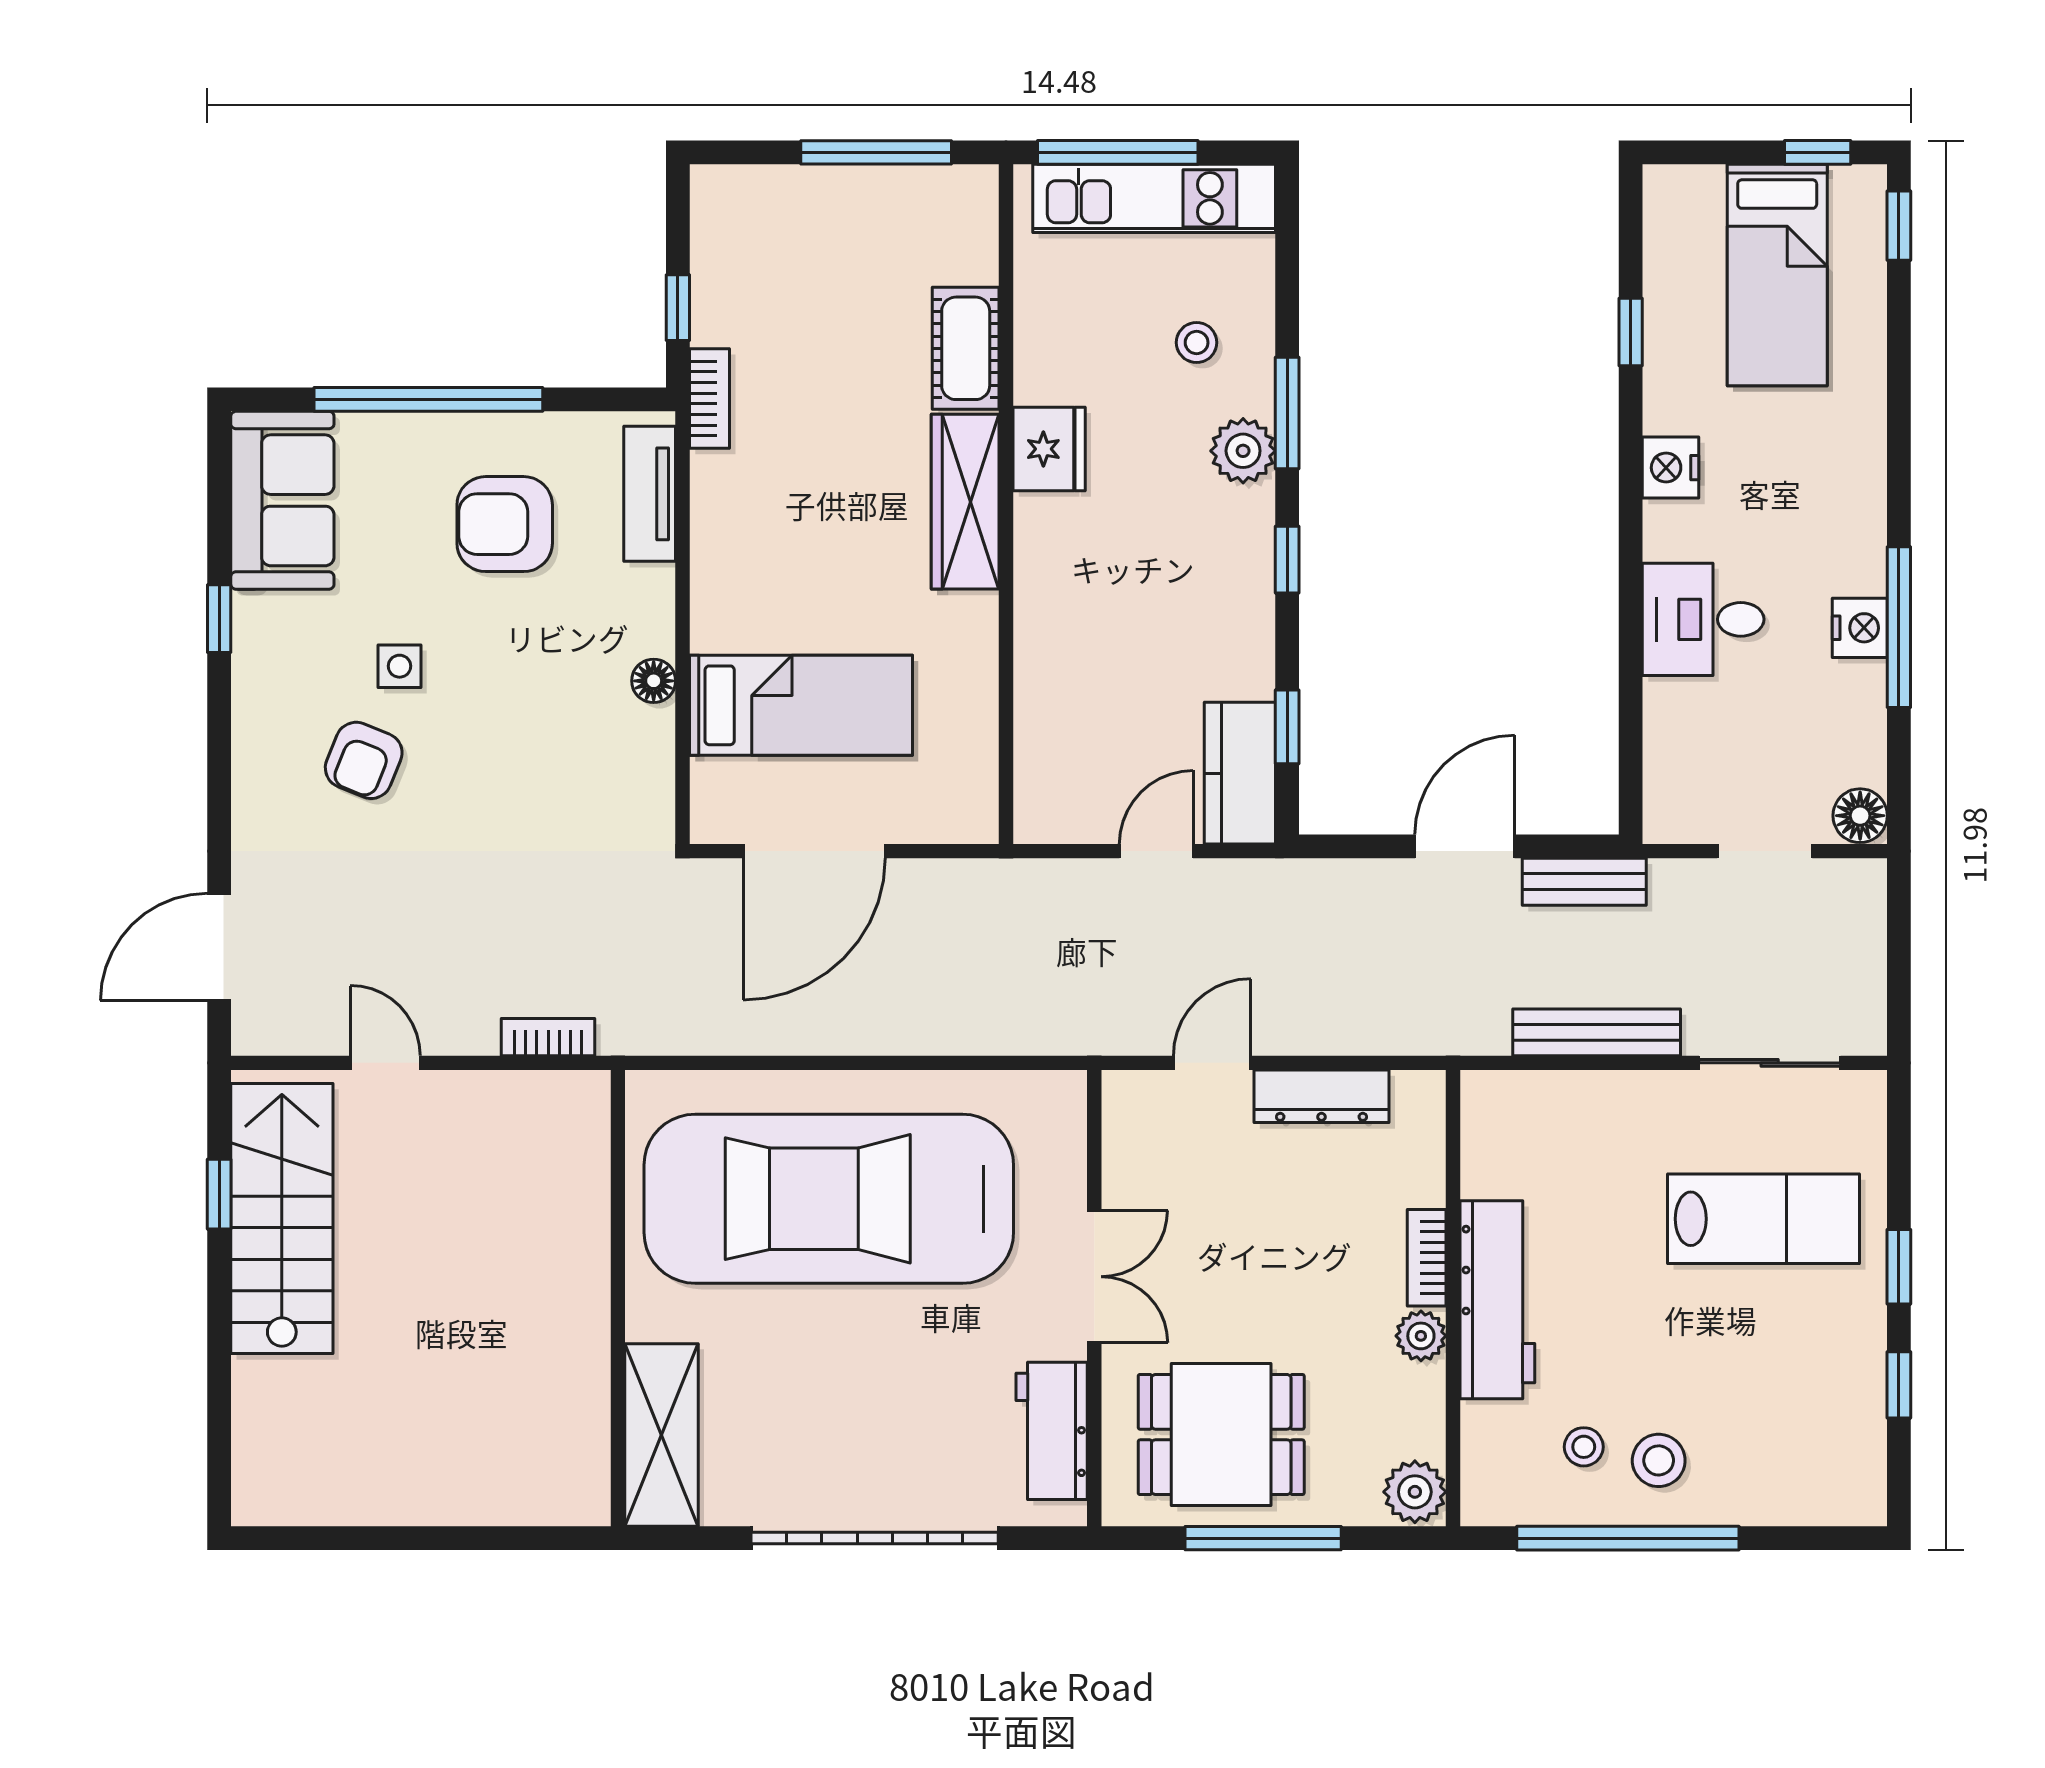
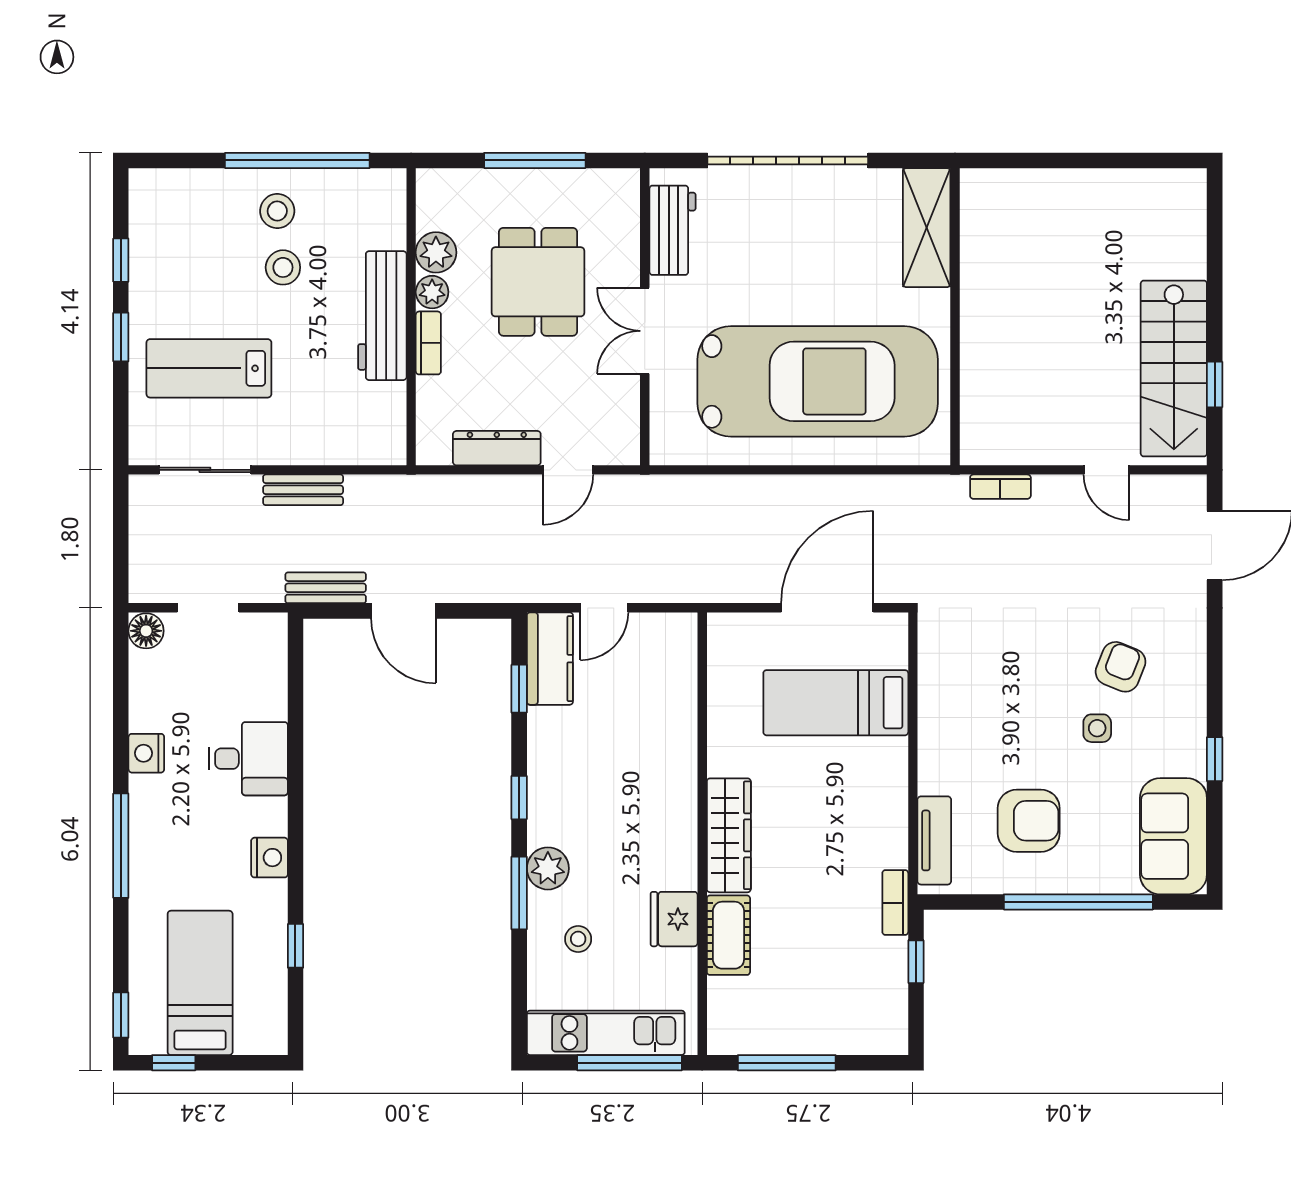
fridge: (1049, 449) -> (674, 919), moved
window: (1899, 627) -> (121, 846), moved
floor lamp: (654, 681) -> (932, 719), removed
door: (1465, 846) -> (404, 611), hinge flipped
bench: (1597, 1032) -> (303, 490), width x0.73
dining table: (1221, 1435) -> (538, 282), moved, turned 90
stool: (1584, 1447) -> (283, 267), moved, width x1.37, depth x1.37
plant: (1415, 1492) -> (436, 252), moved

